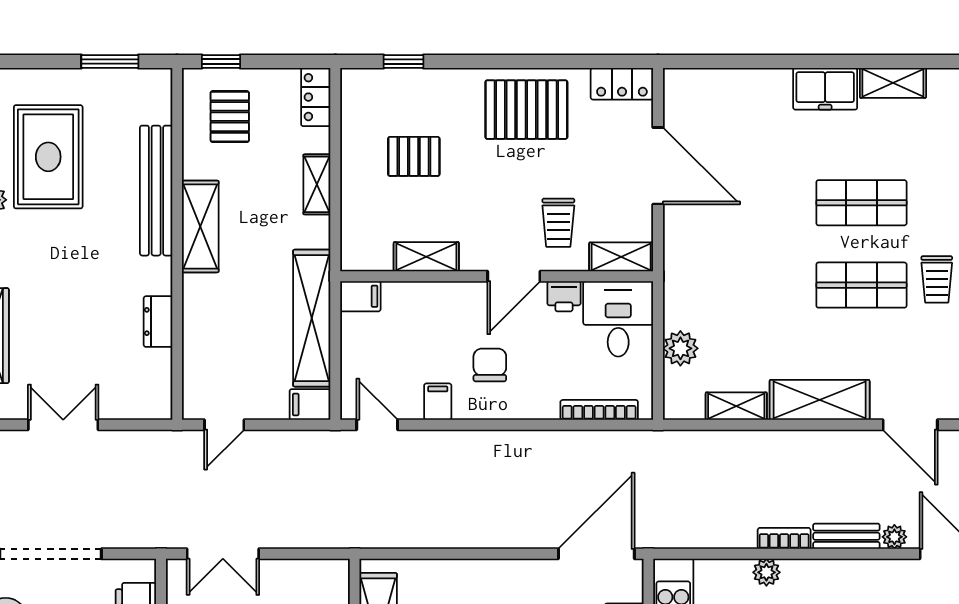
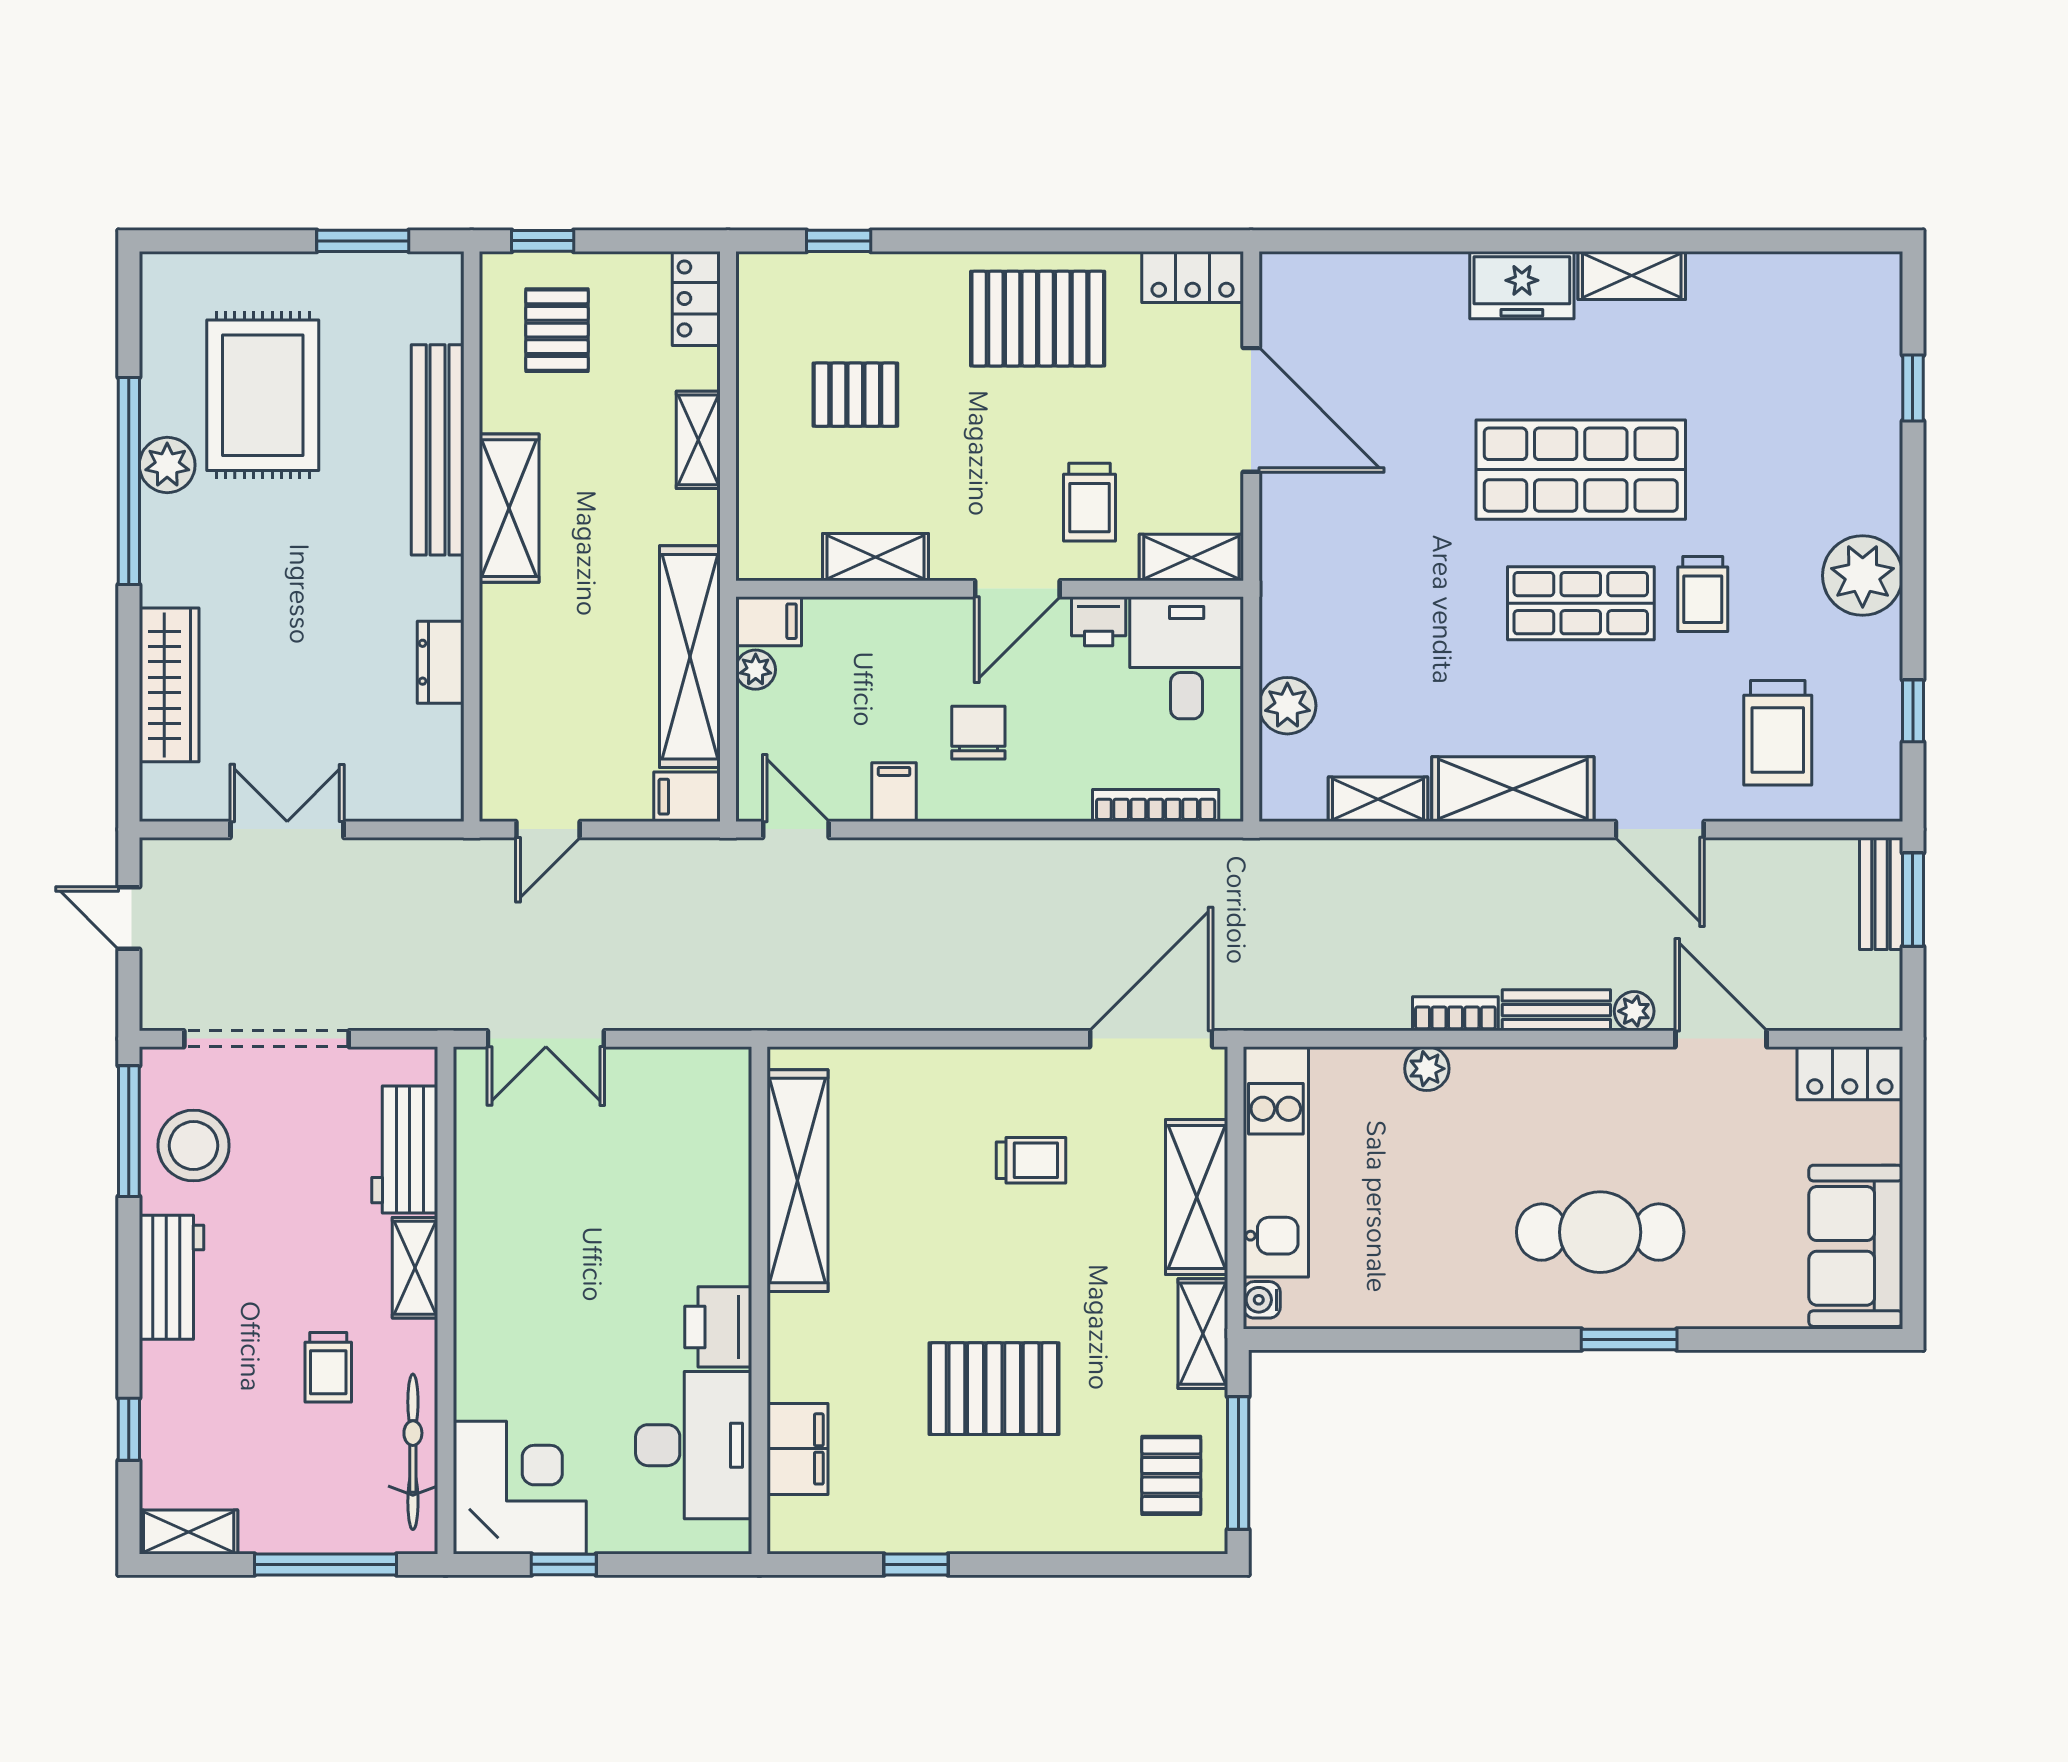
shop shelf: (861, 203) -> (1581, 470), width x1.43, depth x1.36
plant: (352, 326) -> (756, 670), added

